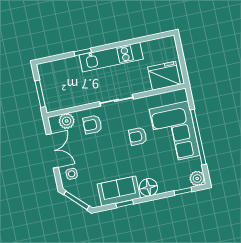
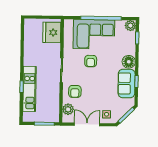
kitchen unit: (111, 57) -> (29, 89), moved

